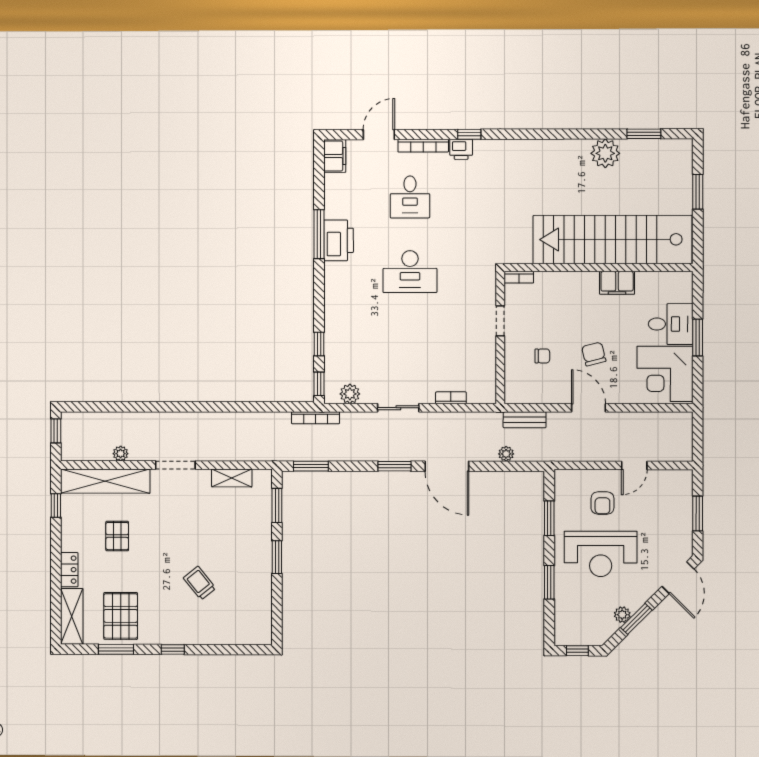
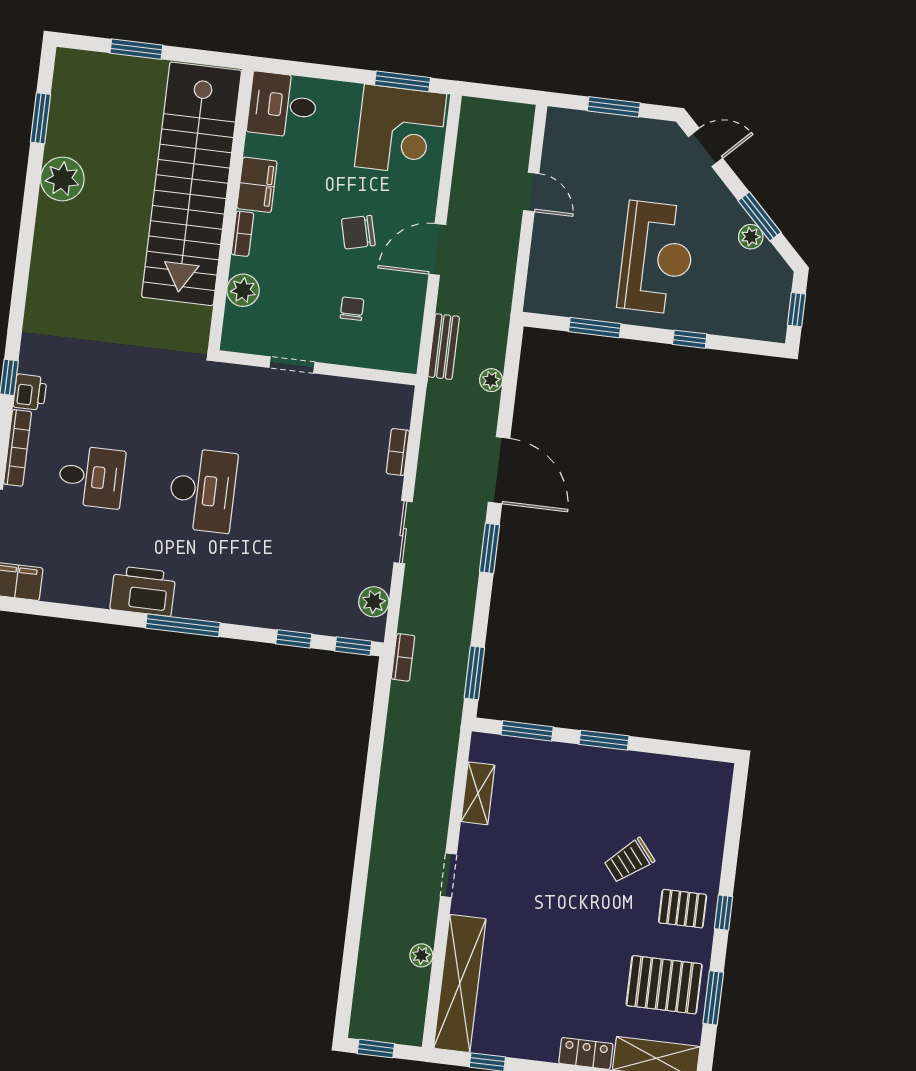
window: (319, 234) -> (183, 625), moved
bookcase: (519, 277) -> (242, 234), moved
plant: (546, 282) -> (243, 290), added
desk: (671, 324) -> (283, 105), moved, turned -90
window: (698, 338) -> (403, 81), moved
bookcase: (315, 418) -> (403, 657), width x0.64
doorway: (175, 465) -> (449, 875), width x0.73
door: (447, 466) -> (499, 470), hinge flipped
armchair: (602, 503) -> (581, 246), removed
pallet: (117, 536) -> (683, 909), moved
door: (678, 578) -> (705, 147), width x0.73
window: (549, 582) -> (690, 339), width x0.67

